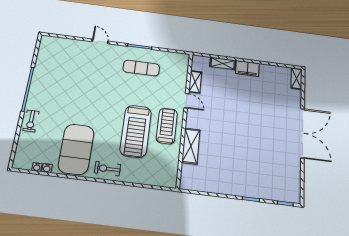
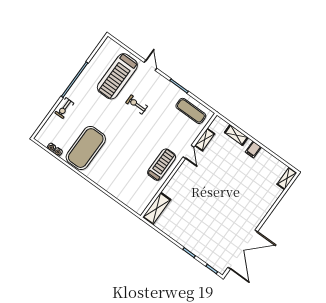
exercise mat: (141, 68) -> (191, 111), moved
filing cabinet: (247, 68) -> (253, 150), width x0.50
treadmill: (136, 131) -> (117, 76), moved
double door: (303, 133) -> (243, 249), moved
shelving: (191, 146) -> (157, 208), moved
exercise bike: (107, 169) -> (137, 104), moved

